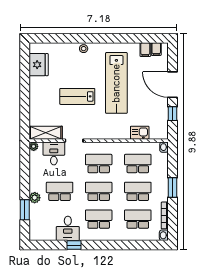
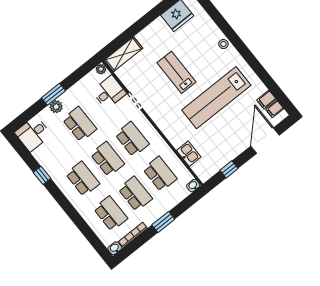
door: (173, 85) -> (265, 141), moved
shelving: (46, 133) -> (123, 54), moved, turned 90
window: (25, 210) -> (54, 94), moved
desk: (68, 228) -> (33, 134), moved

